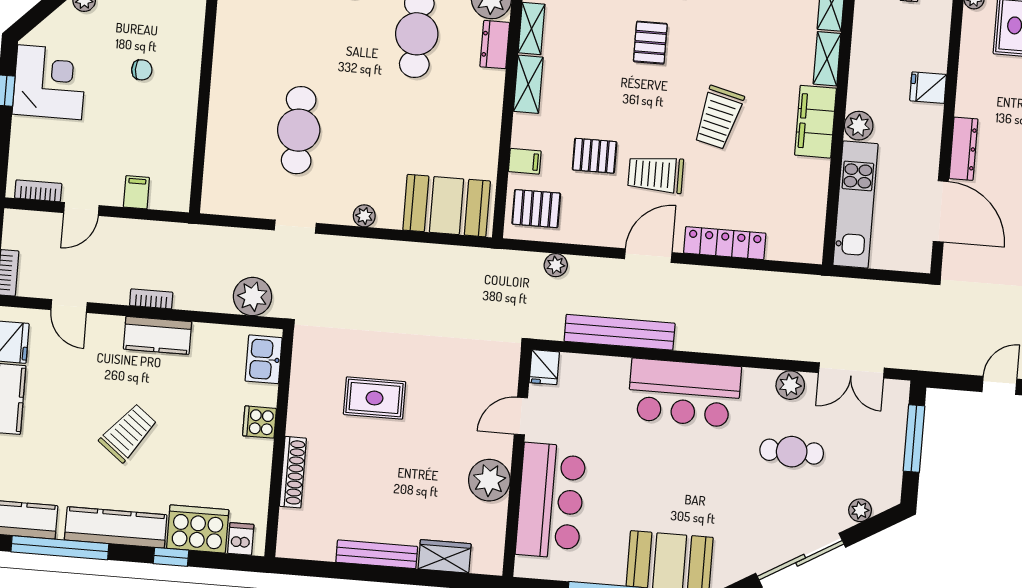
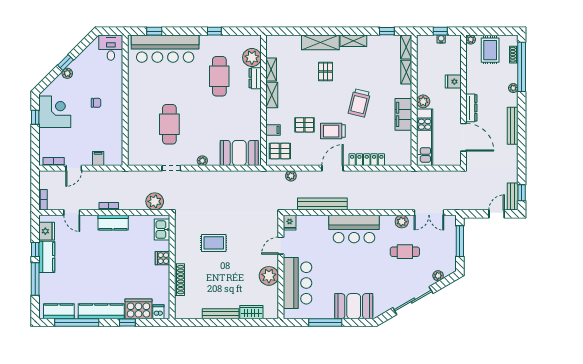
filing cabinet: (816, 122) -> (403, 114), moved
trolley: (128, 433) -> (103, 268), removed

